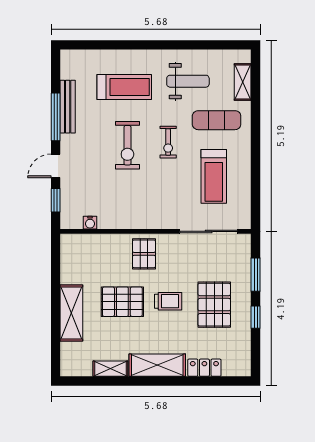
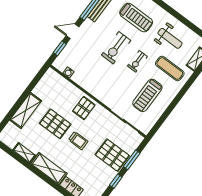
pallet: (214, 305) -> (112, 155), moved, turned 90

